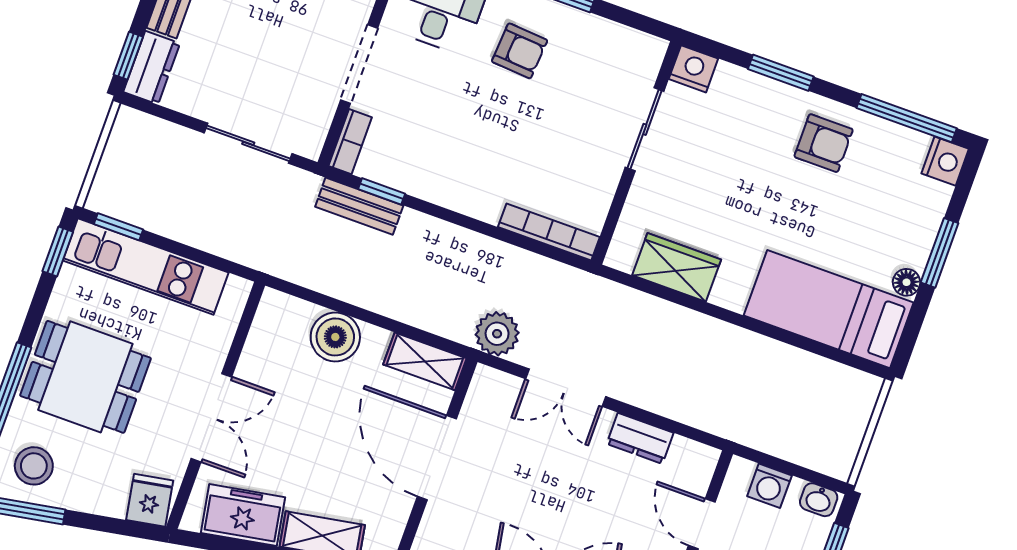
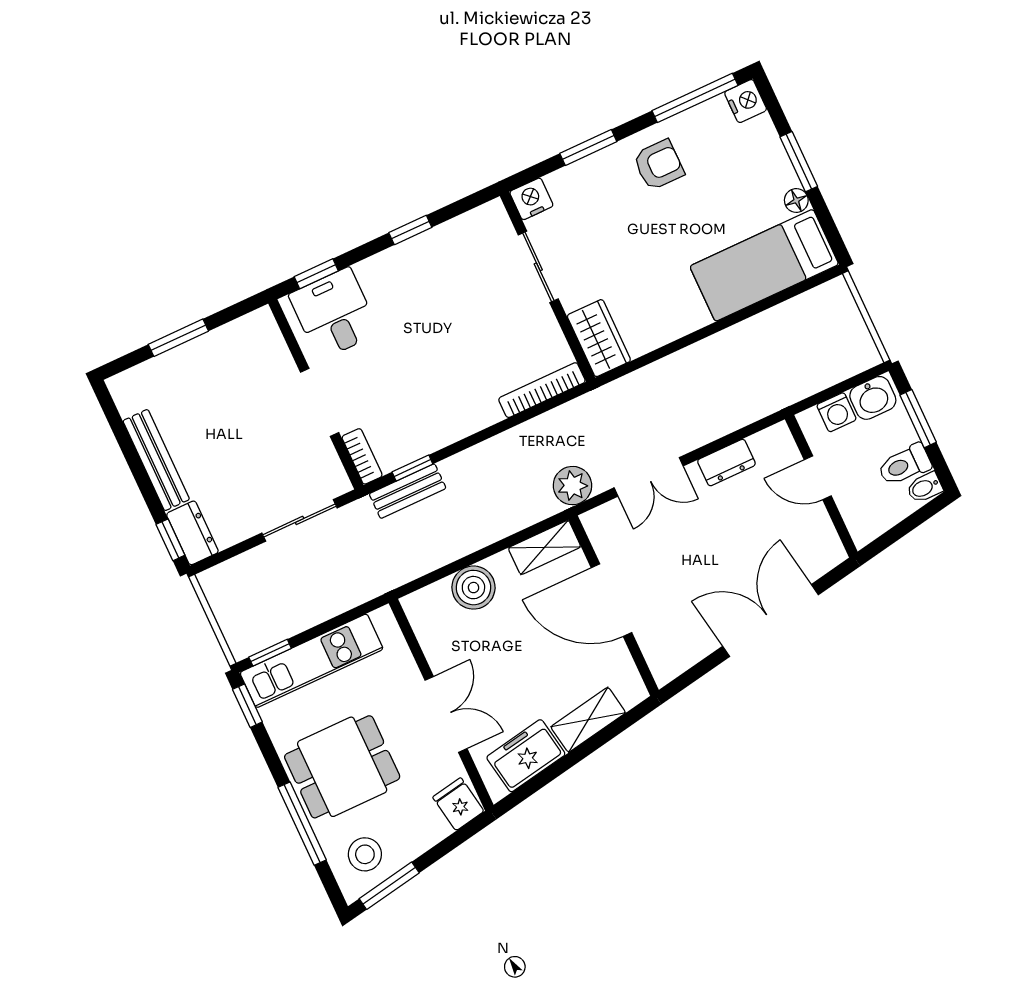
armchair: (520, 51) -> (412, 295), removed
wardrobe: (677, 267) -> (599, 338), moved, turned 90
washbasin: (819, 500) -> (873, 398), width x1.38, depth x1.45

